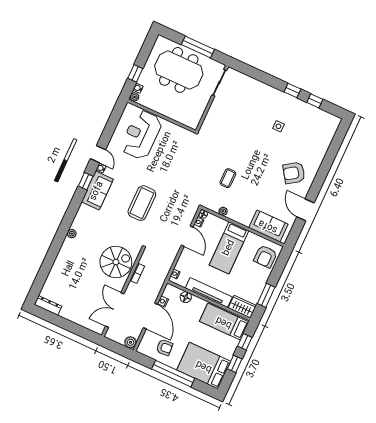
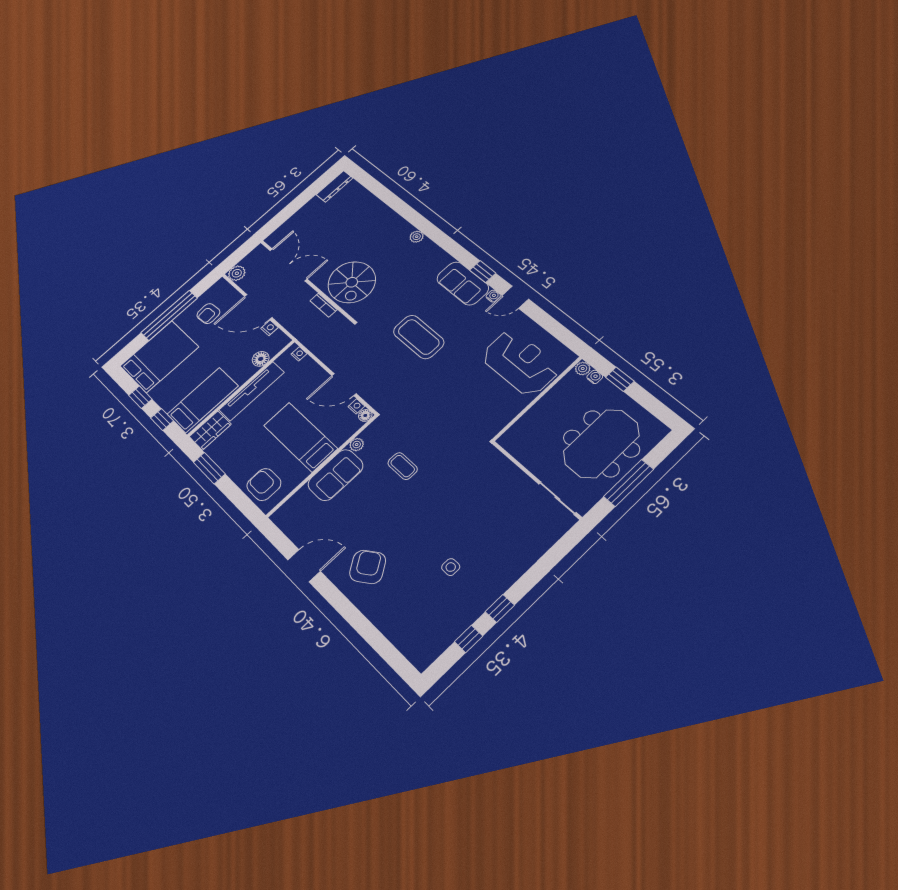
sofa: (268, 226) -> (335, 475), moved

